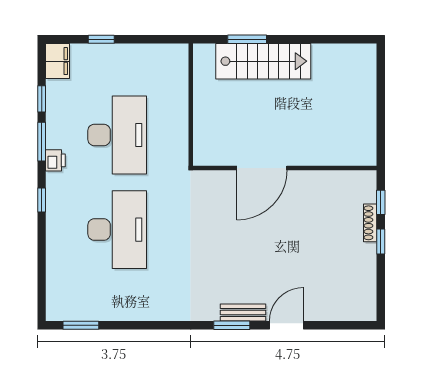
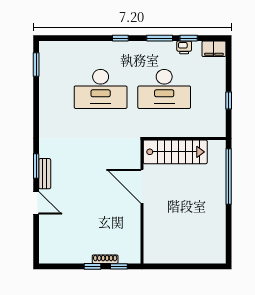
window: (101, 39) -> (229, 101), moved
window: (247, 39) -> (229, 176), width x2.11
stairs: (263, 61) -> (175, 152), moved, turned -90
printer: (55, 160) -> (184, 47), moved

